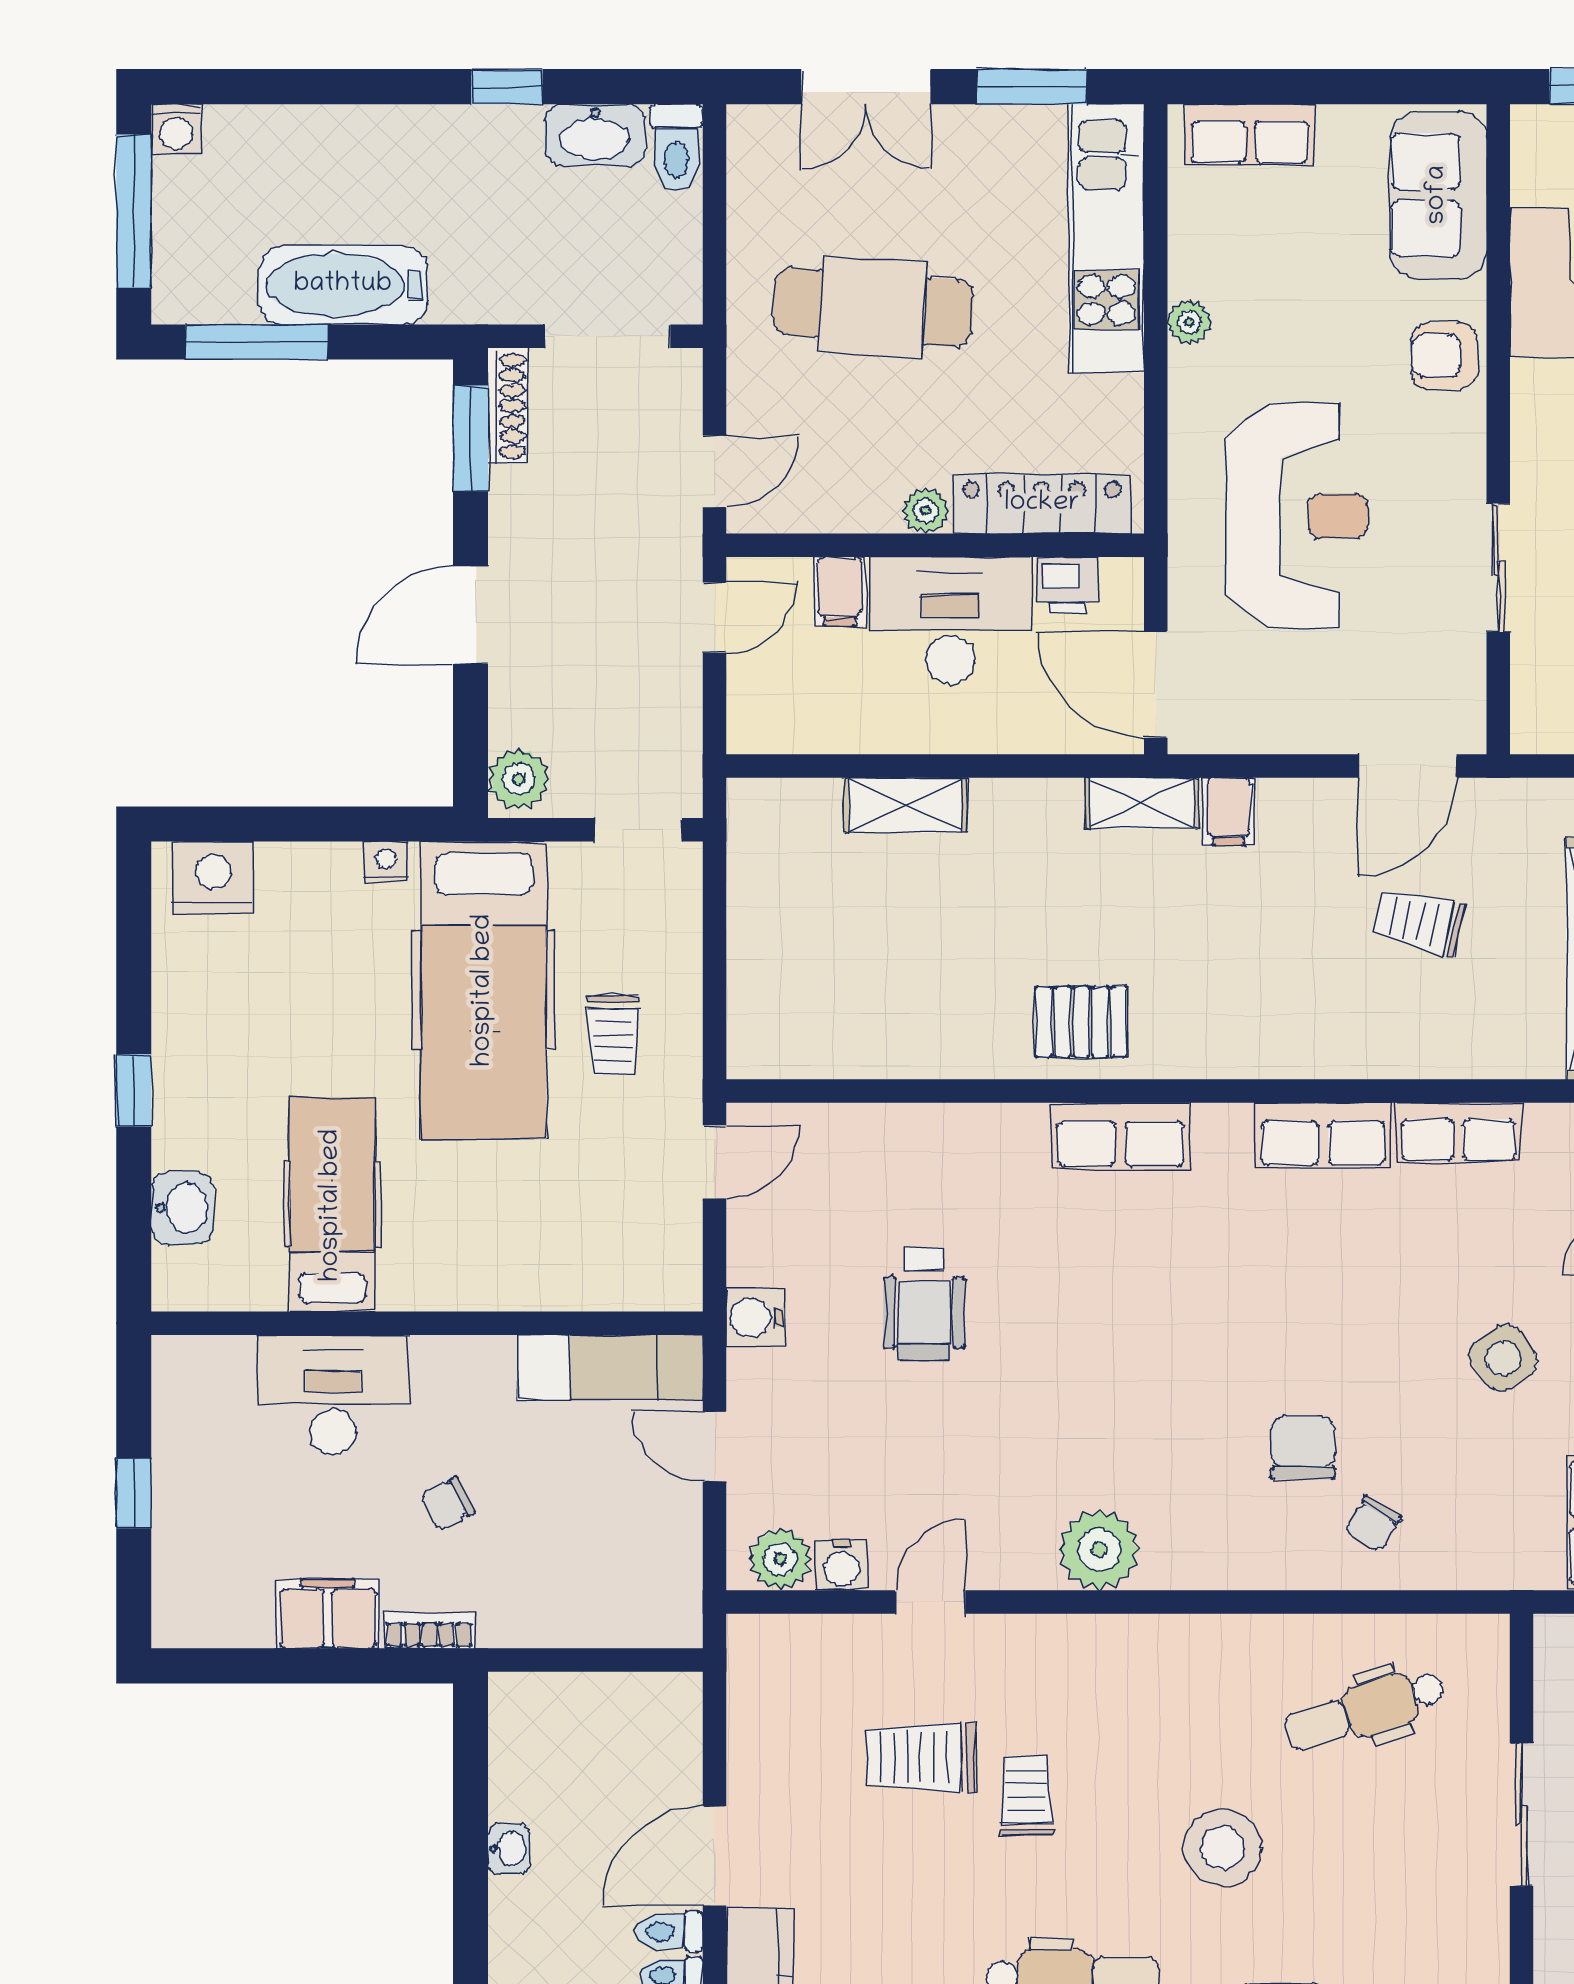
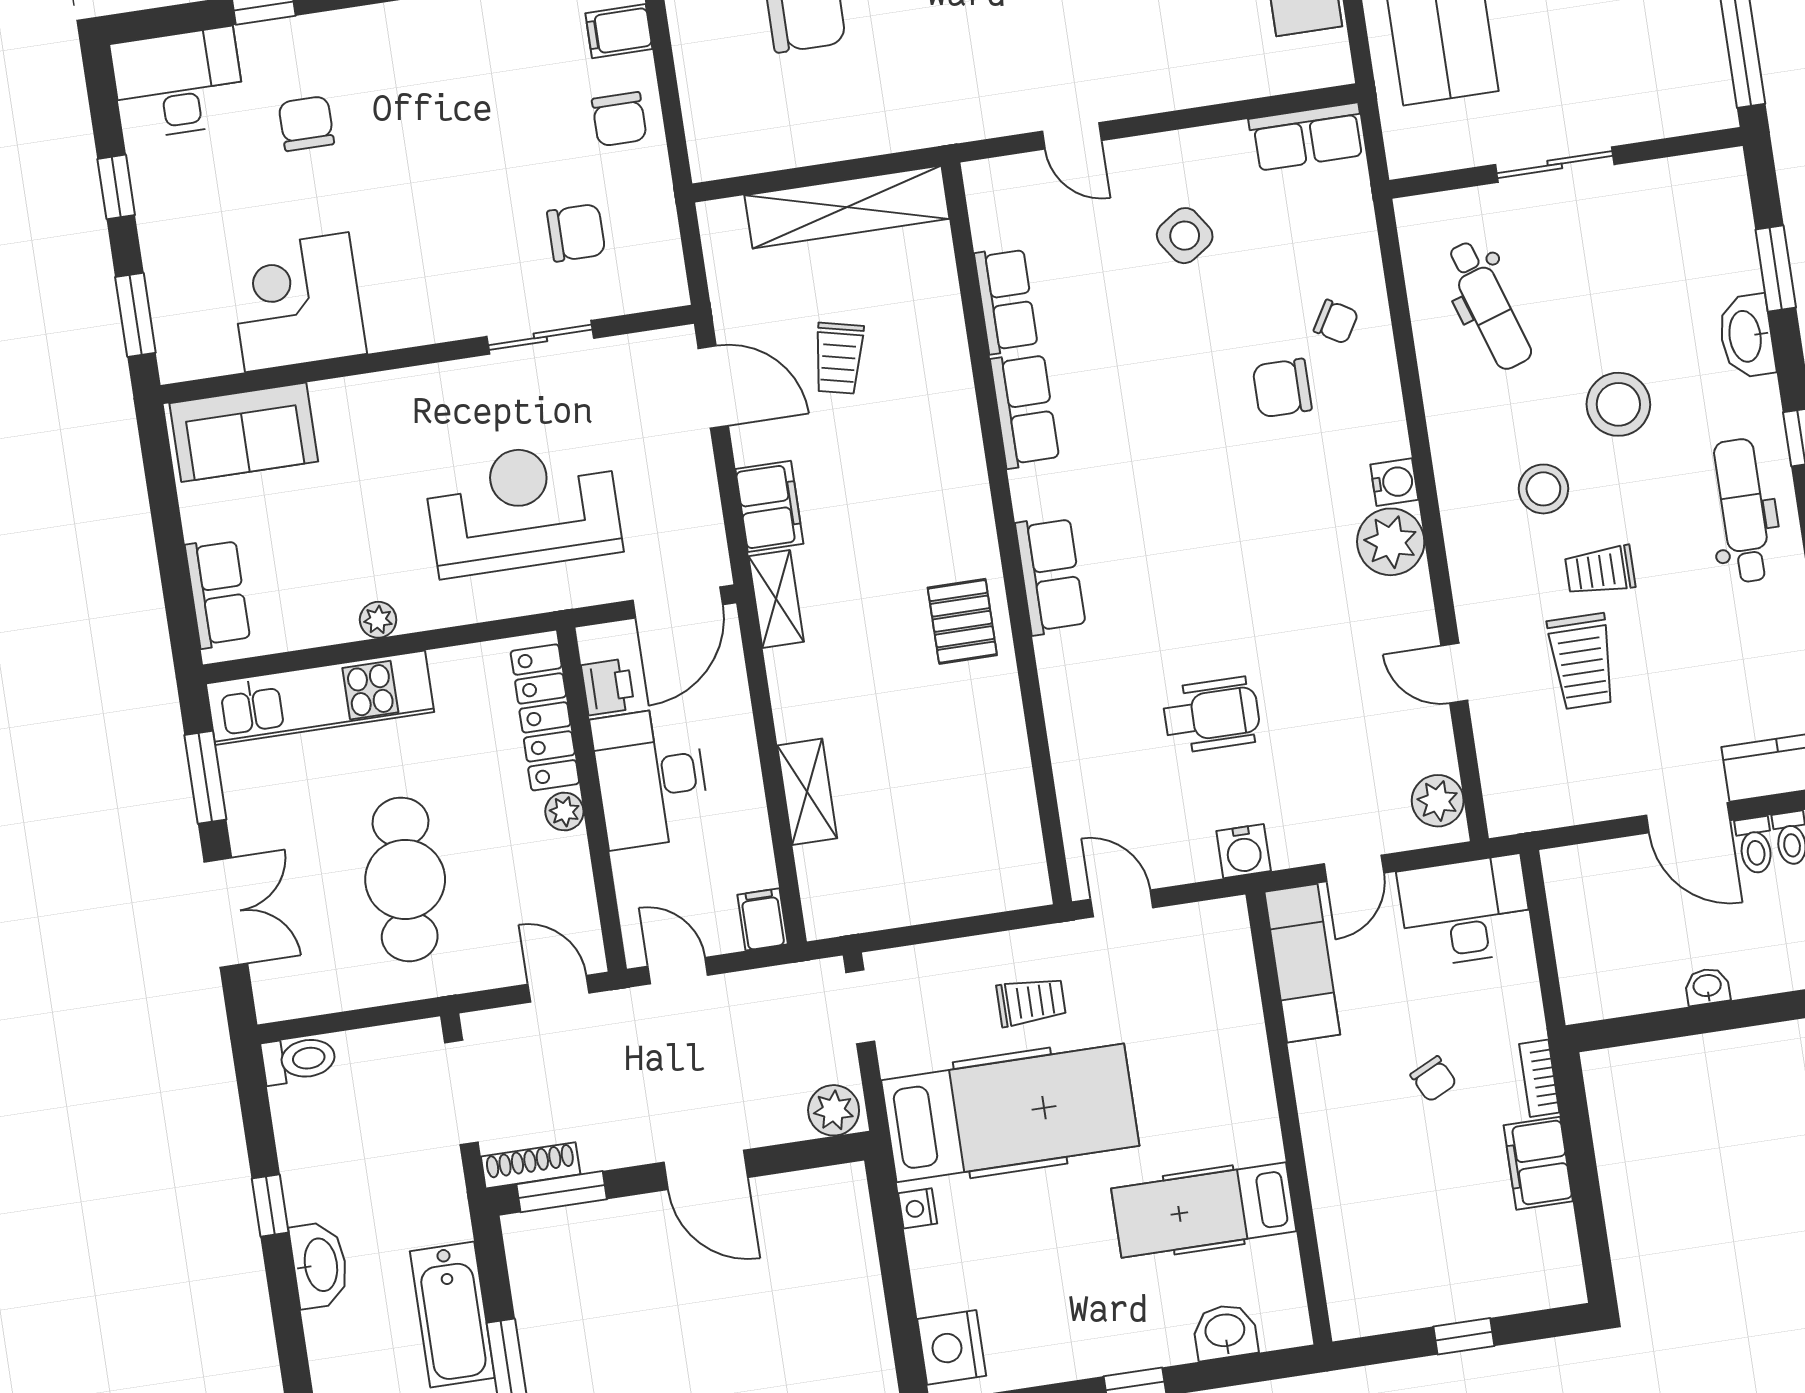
washbasin: (595, 135) -> (319, 1265), moved
armchair: (1444, 356) -> (374, 407), removed
filing cabinet: (840, 591) -> (763, 919), moved, turned -90
filing cabinet: (1229, 812) -> (769, 506), width x2.00
desk: (333, 1395) -> (1465, 911), moved, turned 90
water cooler: (842, 1565) -> (1394, 482), moved
stool: (1135, 1742) -> (1543, 489), added

